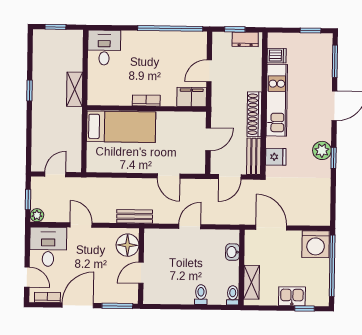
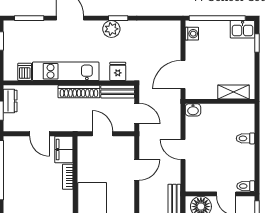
bookcase: (146, 101) -> (68, 177), moved
washing machine: (316, 244) -> (192, 34), width x0.53, depth x0.53
washbasin: (233, 252) -> (193, 110), moved
toilet: (233, 295) -> (246, 186), moved
kitchen sink: (292, 296) -> (243, 29), moved, turned -90

